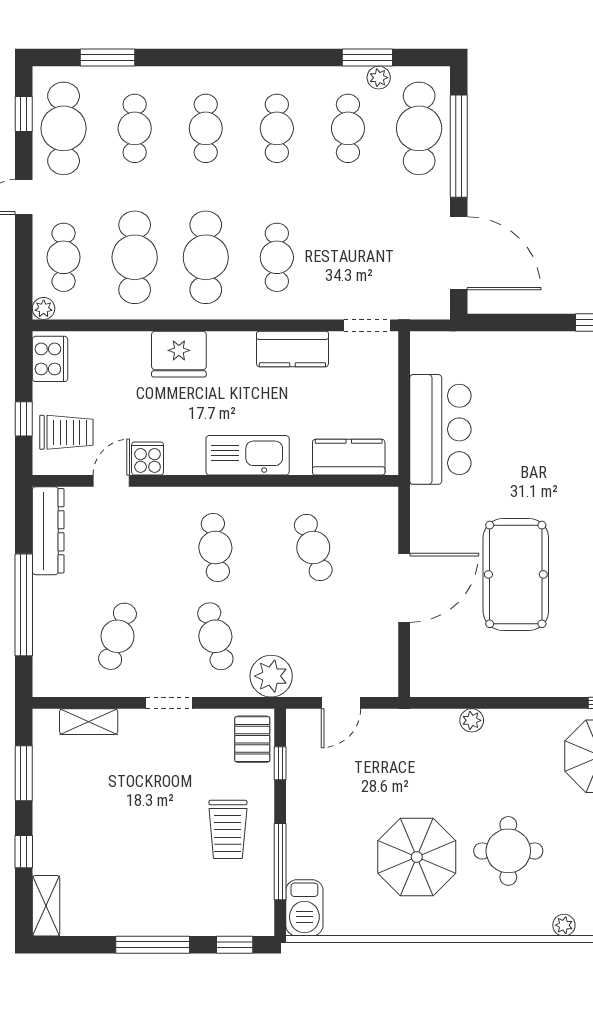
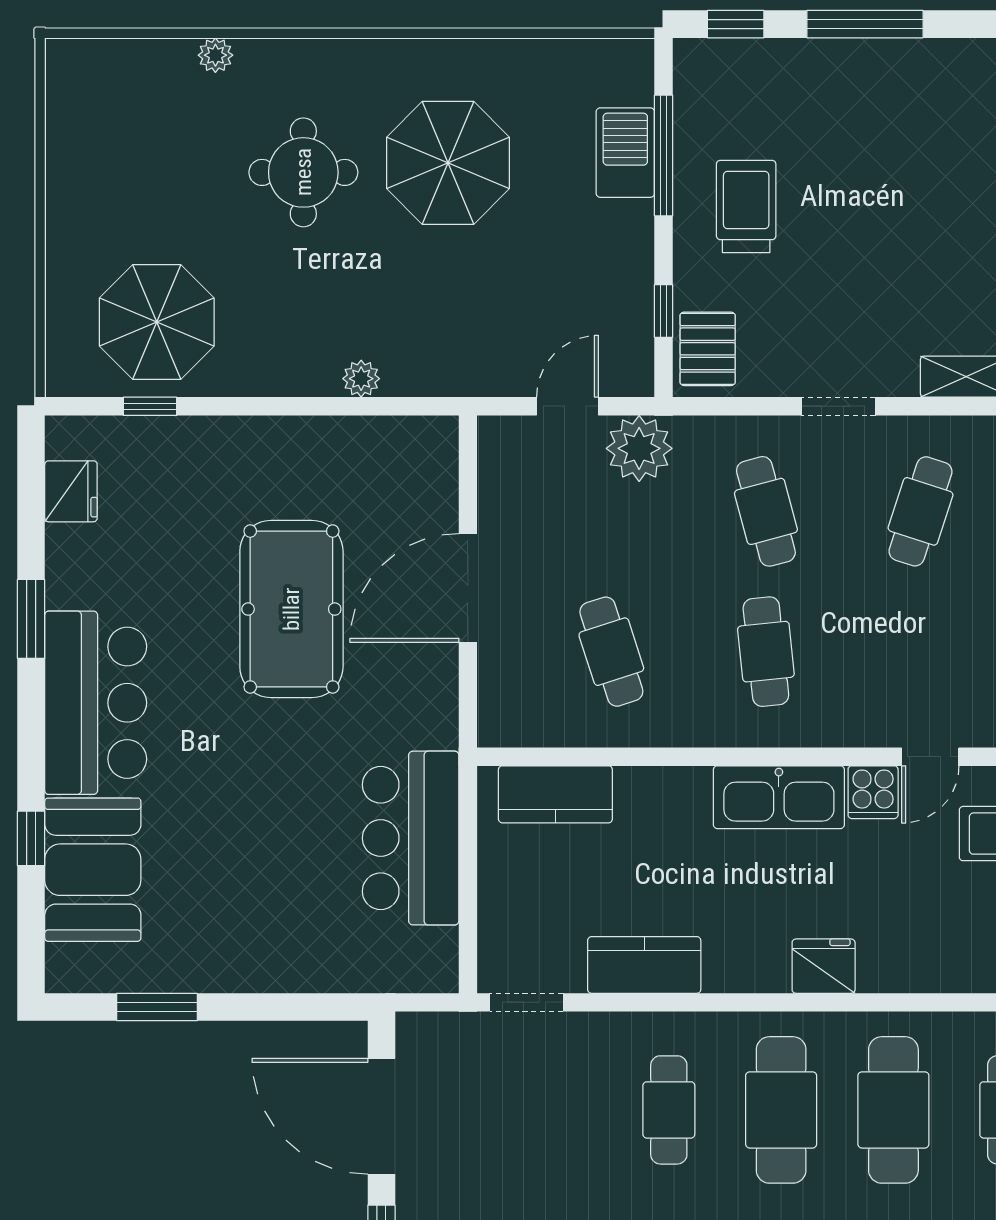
fridge: (179, 354) -> (824, 966), width x0.73, depth x0.75
kitchen sink: (248, 455) -> (779, 797), moved
plant: (271, 676) -> (639, 448), moved
barbecue: (304, 908) -> (625, 153), moved

